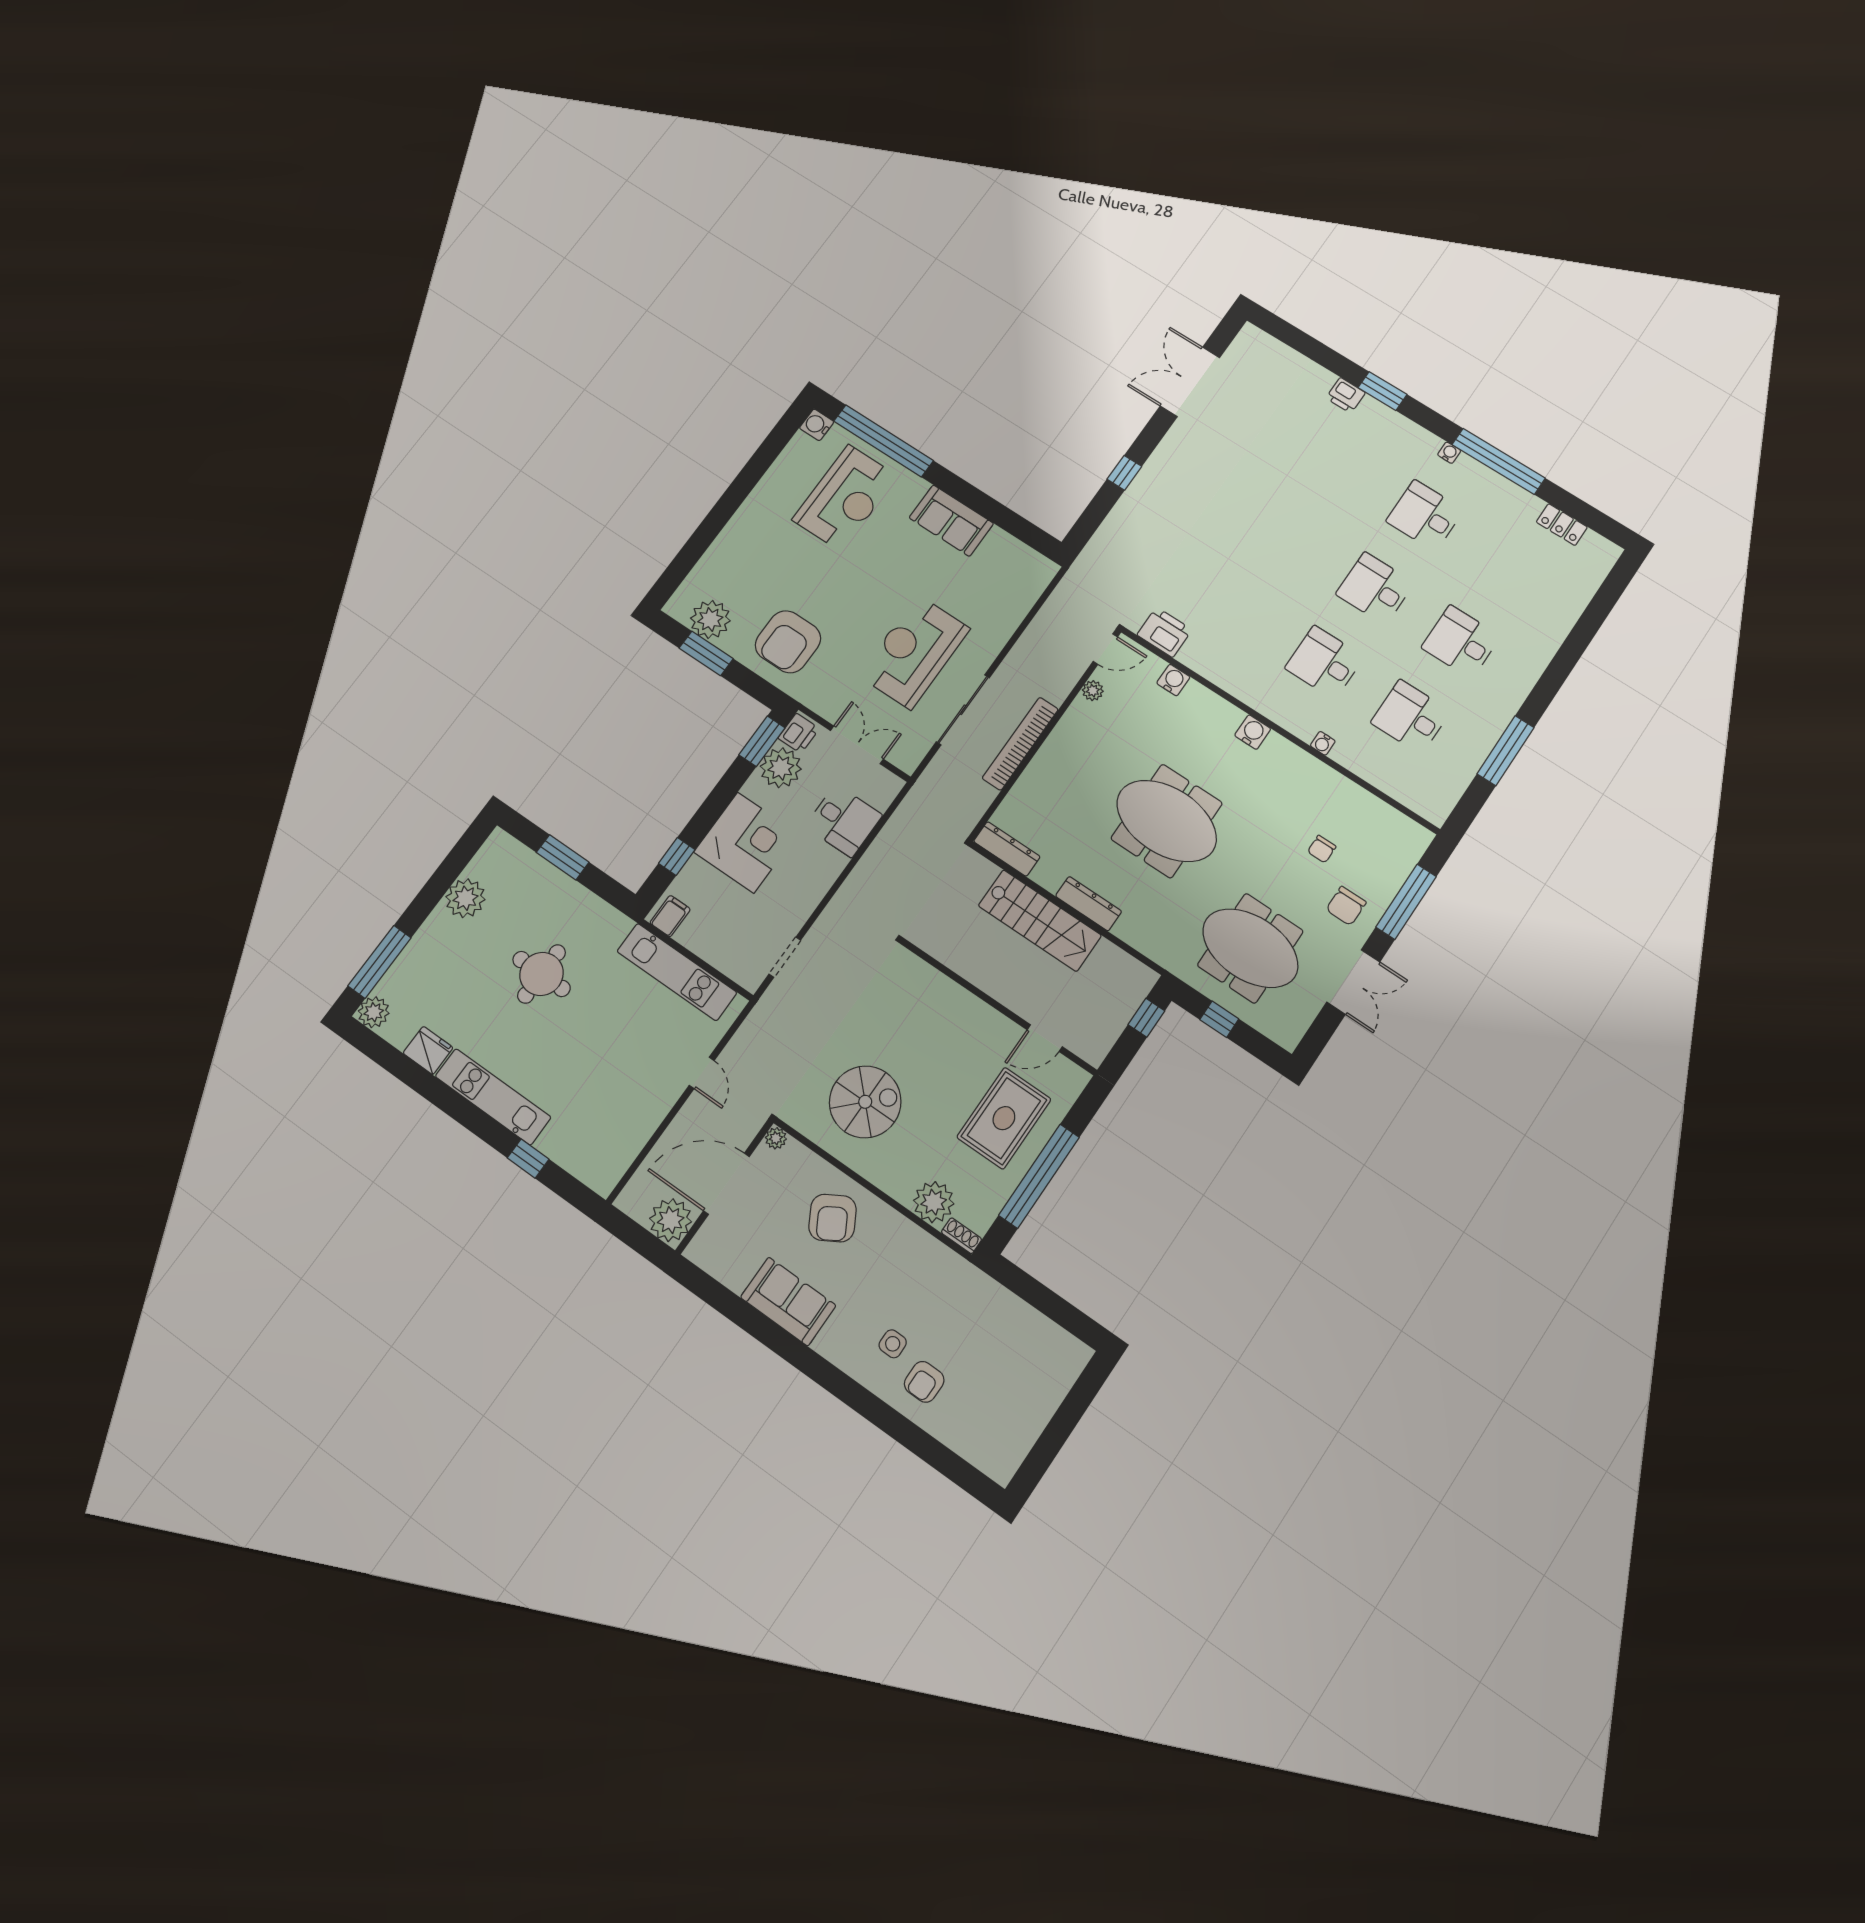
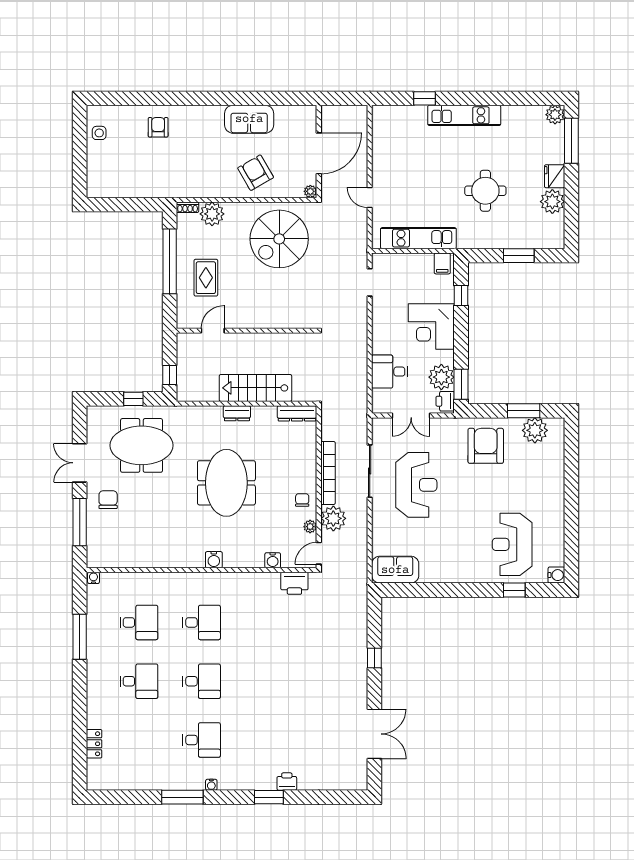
window: (883, 441) -> (514, 590), width x0.32
window: (1499, 461) -> (182, 797), width x0.68
sofa: (951, 521) -> (395, 570), moved
locker: (1562, 525) -> (94, 744), moved, turned 90
water cooler: (1323, 743) -> (93, 578), moved
meeting table: (1167, 821) -> (226, 483), turned 90
chair: (1322, 849) -> (302, 500), moved
dresser: (1089, 904) -> (237, 413), width x0.70
fridge: (428, 1050) -> (555, 176), moved, turned 90
spiral stairs: (865, 1102) -> (279, 239), width x1.37, depth x1.37
rug: (1004, 1118) -> (206, 278), width x0.73, depth x0.70
plant: (671, 1220) -> (333, 518), moved
side table: (893, 1344) -> (99, 133), moved

